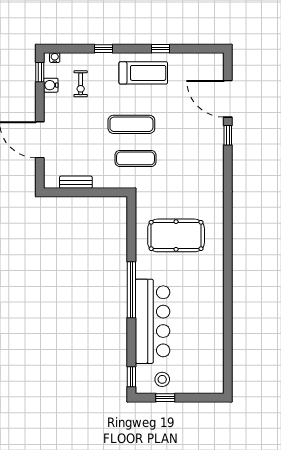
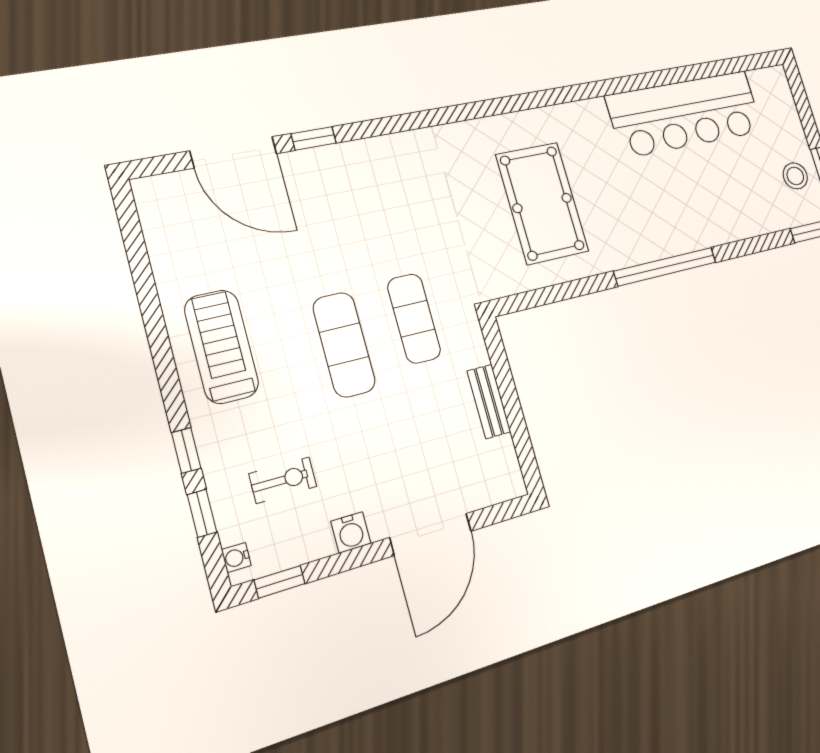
window: (160, 49) -> (202, 513), moved
water cooler: (51, 85) -> (351, 532), moved
door: (228, 99) -> (234, 152), hinge flipped
bench: (76, 182) -> (489, 401), moved
bar counter: (153, 321) -> (685, 114), moved, turned 180

